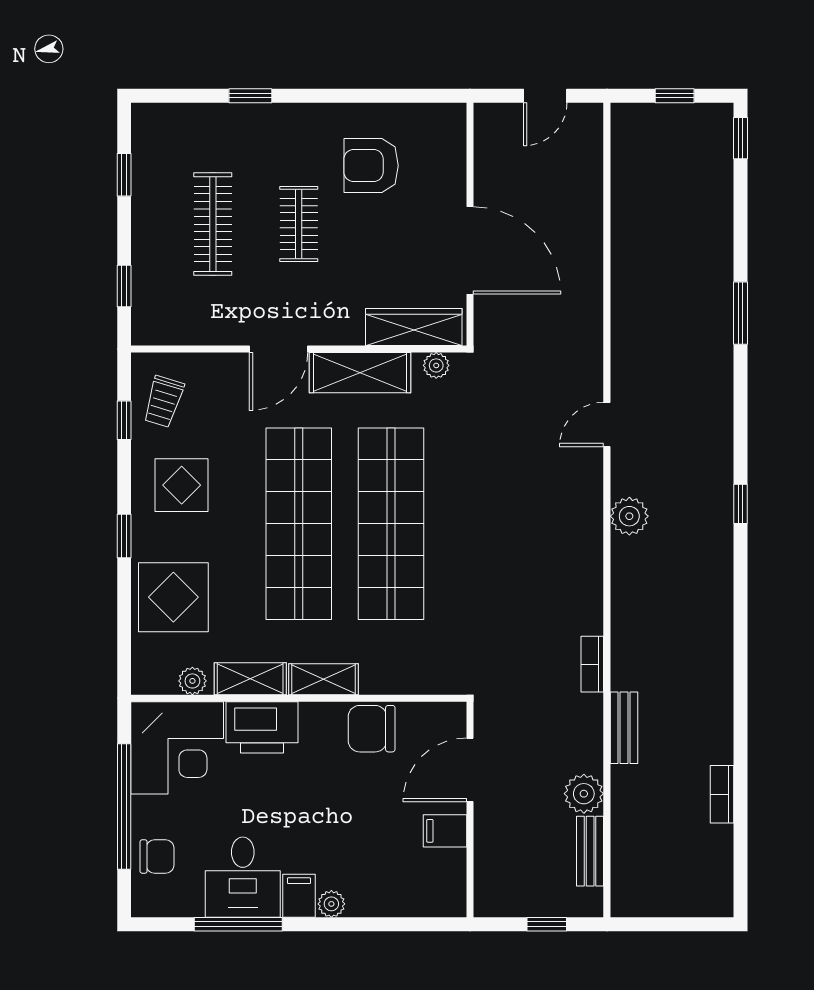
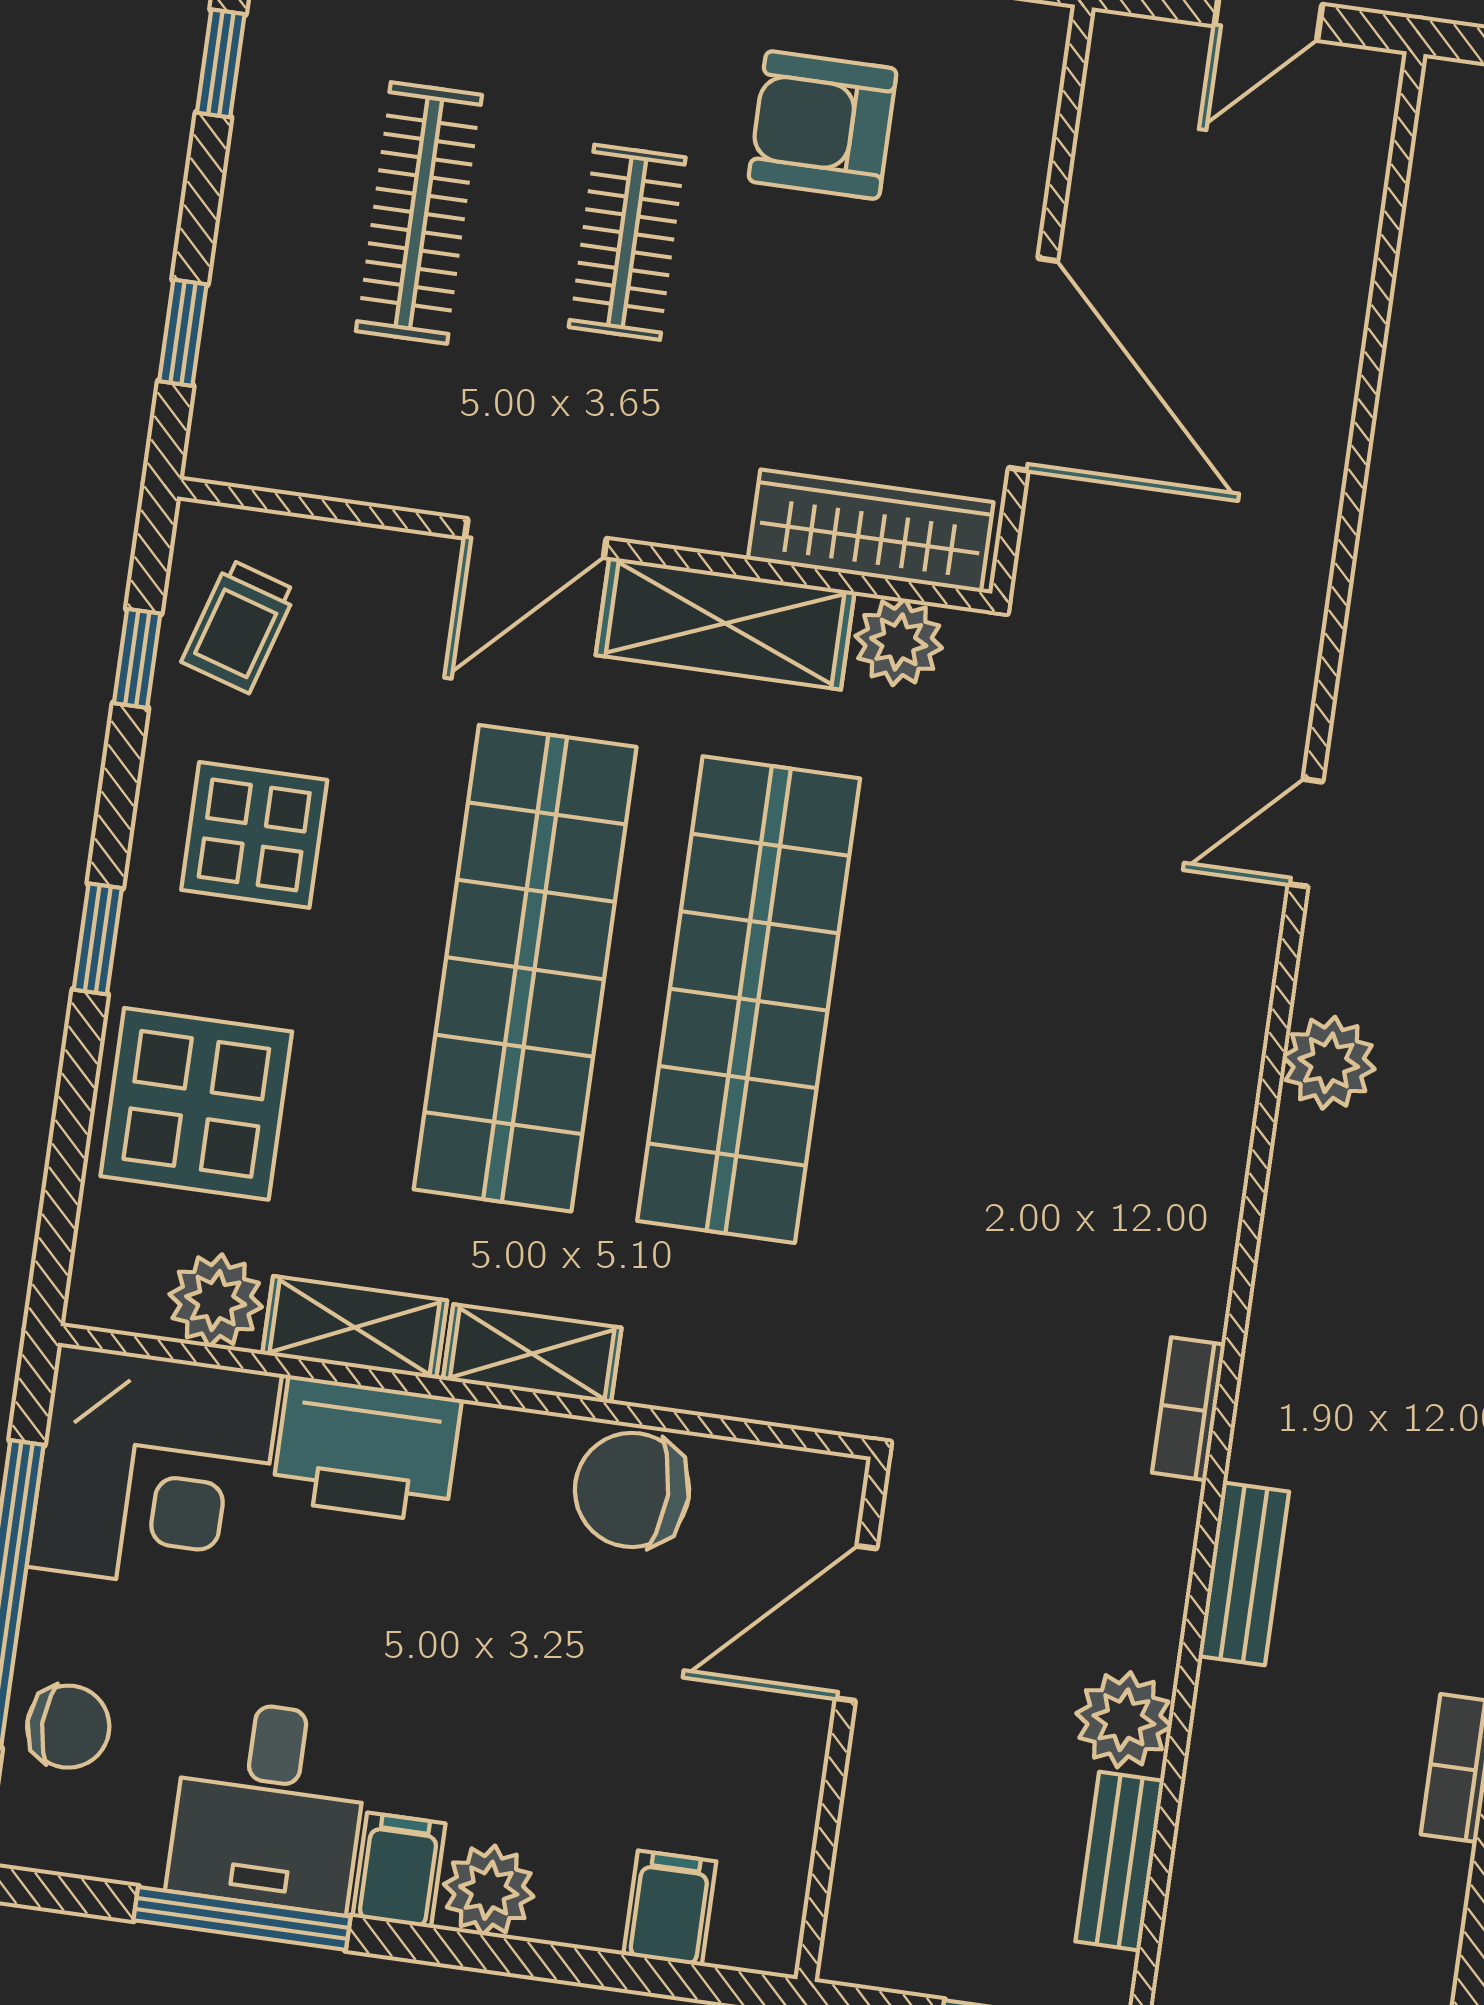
plant: (436, 365) -> (899, 642), width x1.38, depth x1.38
plant: (192, 681) -> (216, 1301), width x1.38, depth x1.38
filing cabinet: (445, 831) -> (670, 1908), moved, turned 90
plant: (331, 904) -> (489, 1890), width x1.38, depth x1.38

